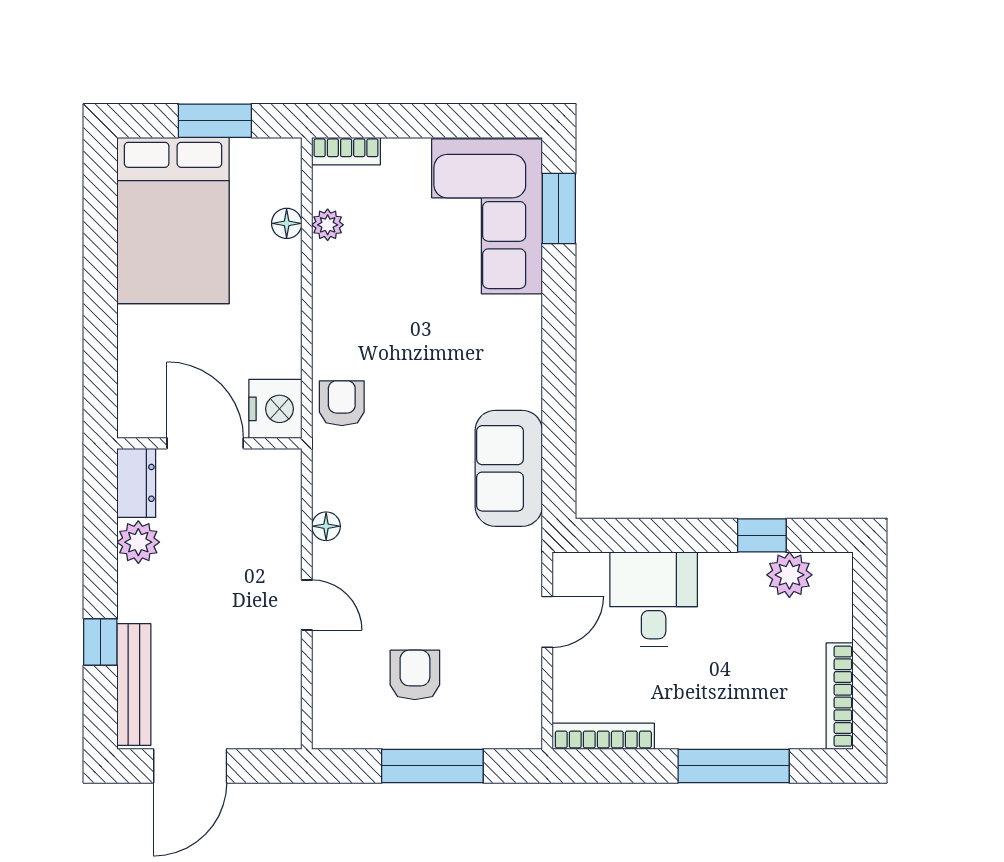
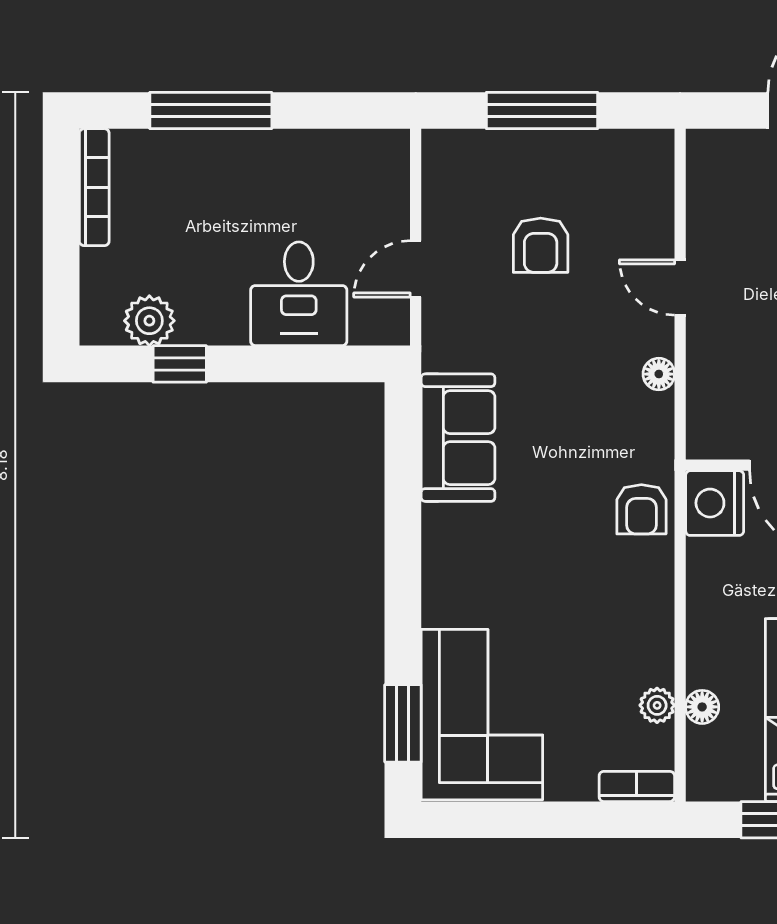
armchair: (415, 675) -> (541, 245), moved
bookcase: (603, 736) -> (354, 143), removed

